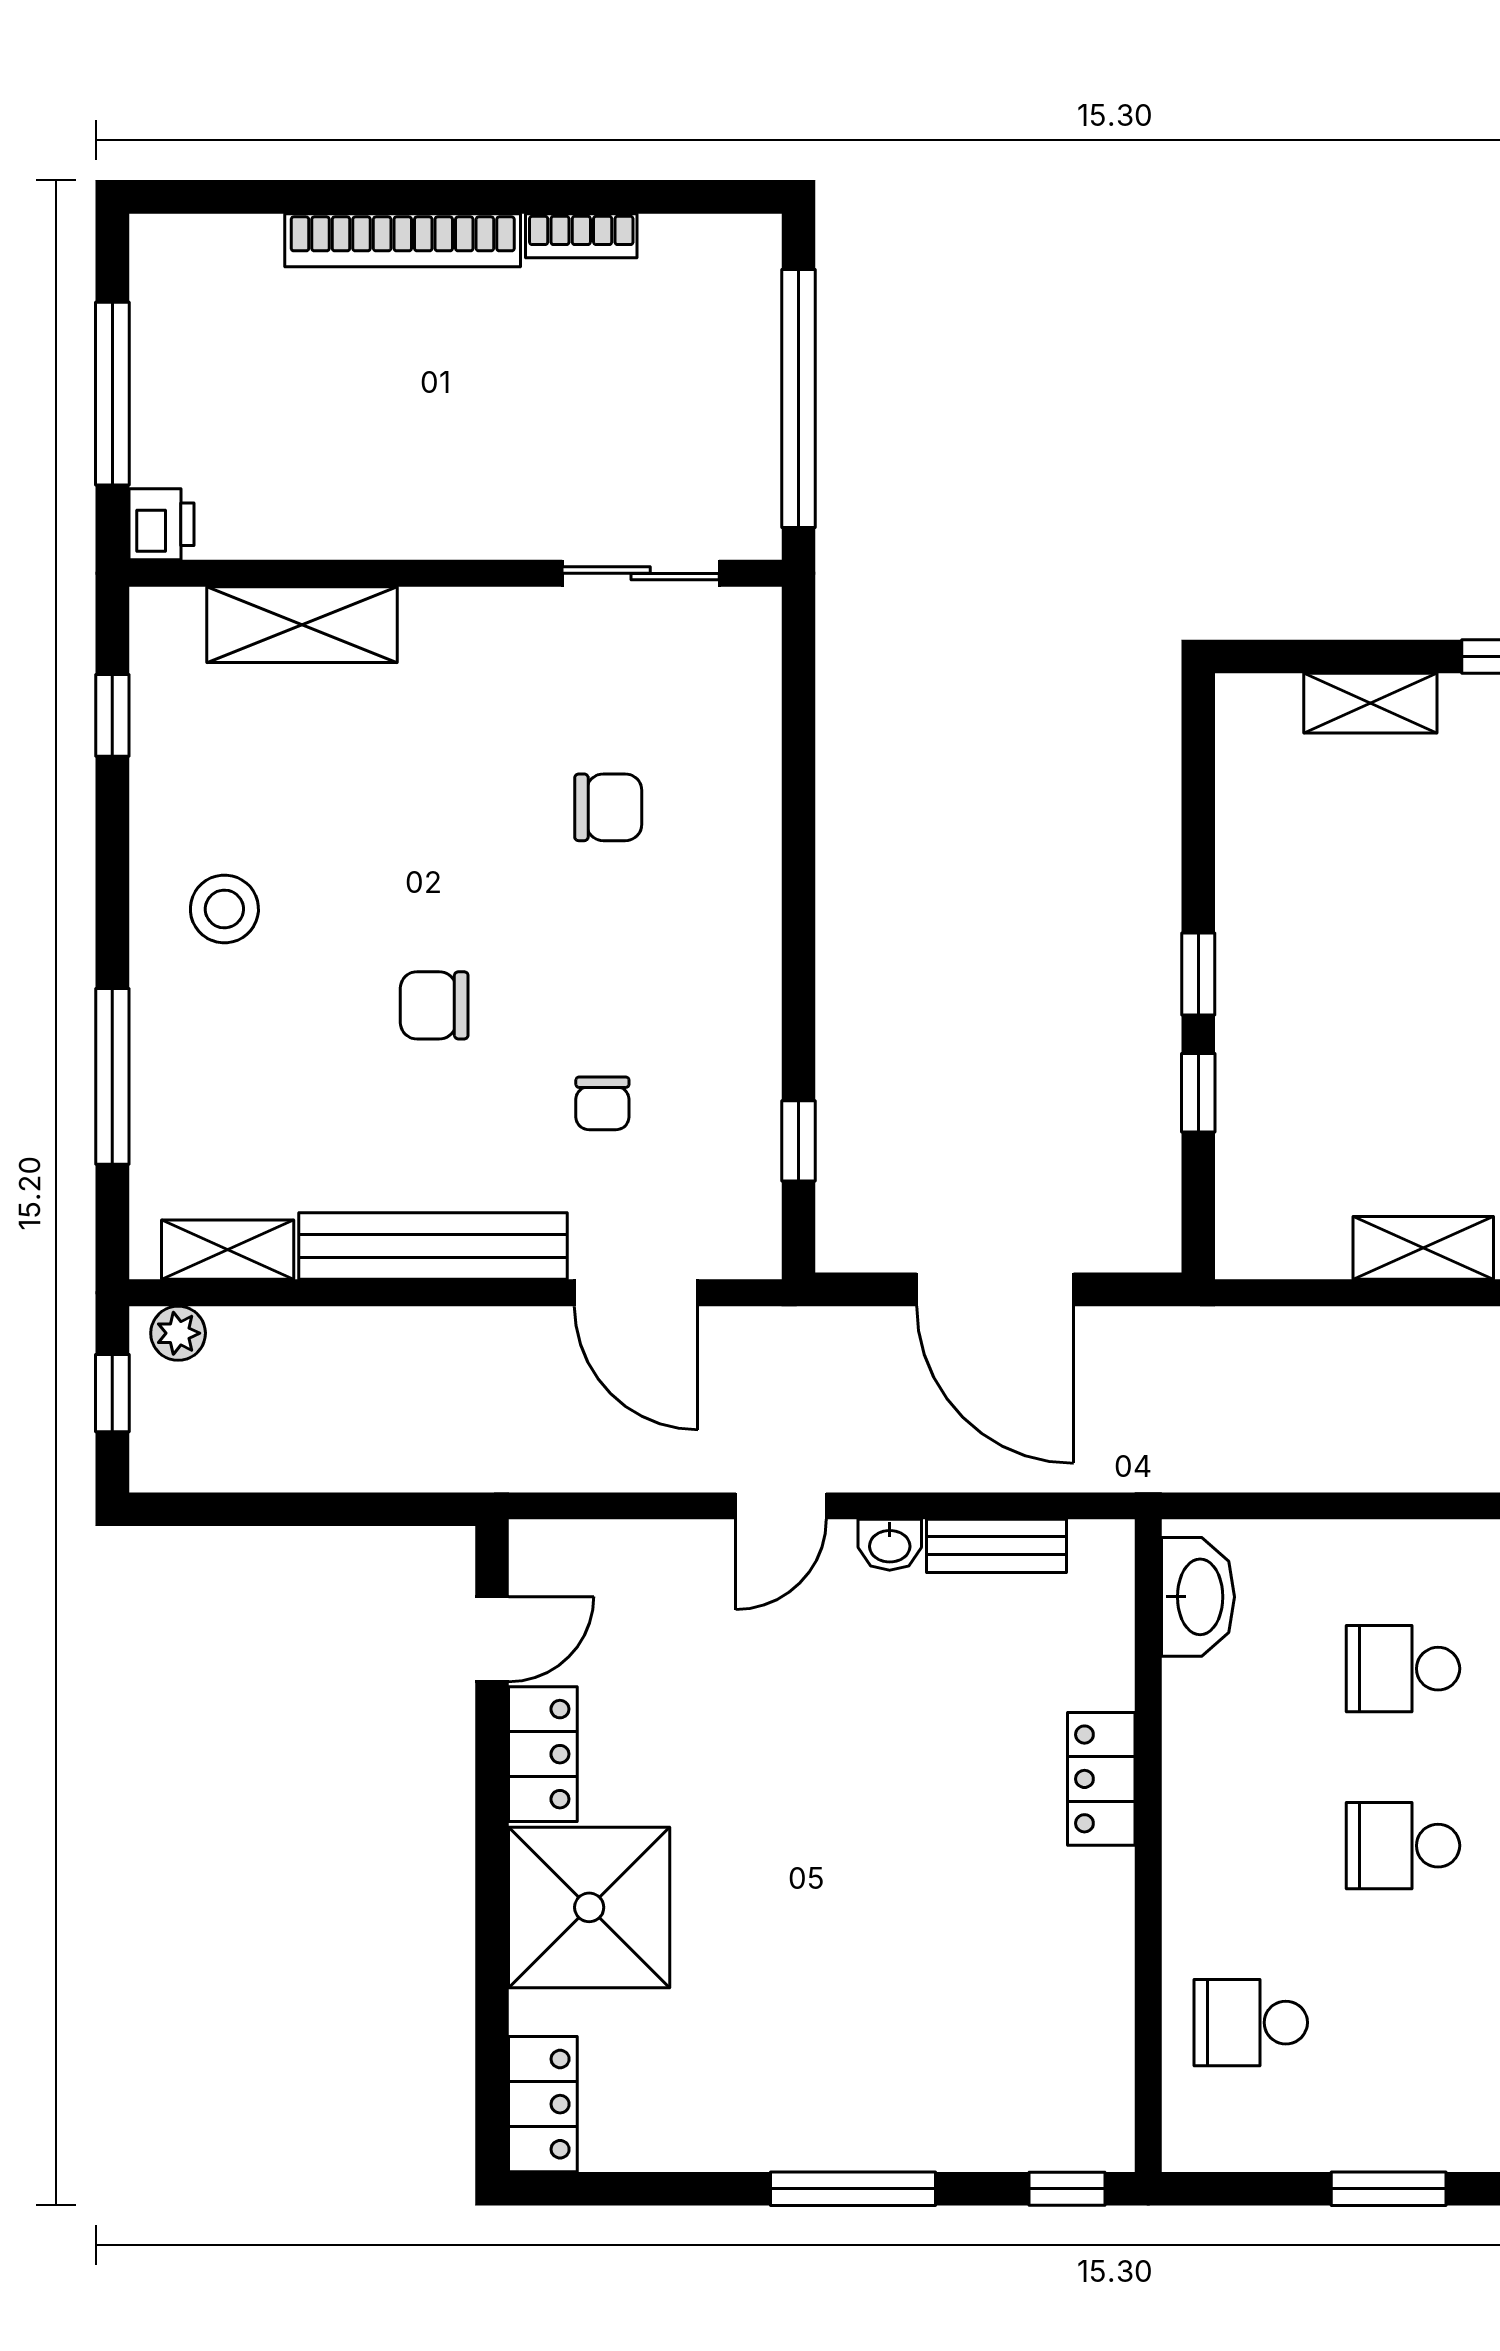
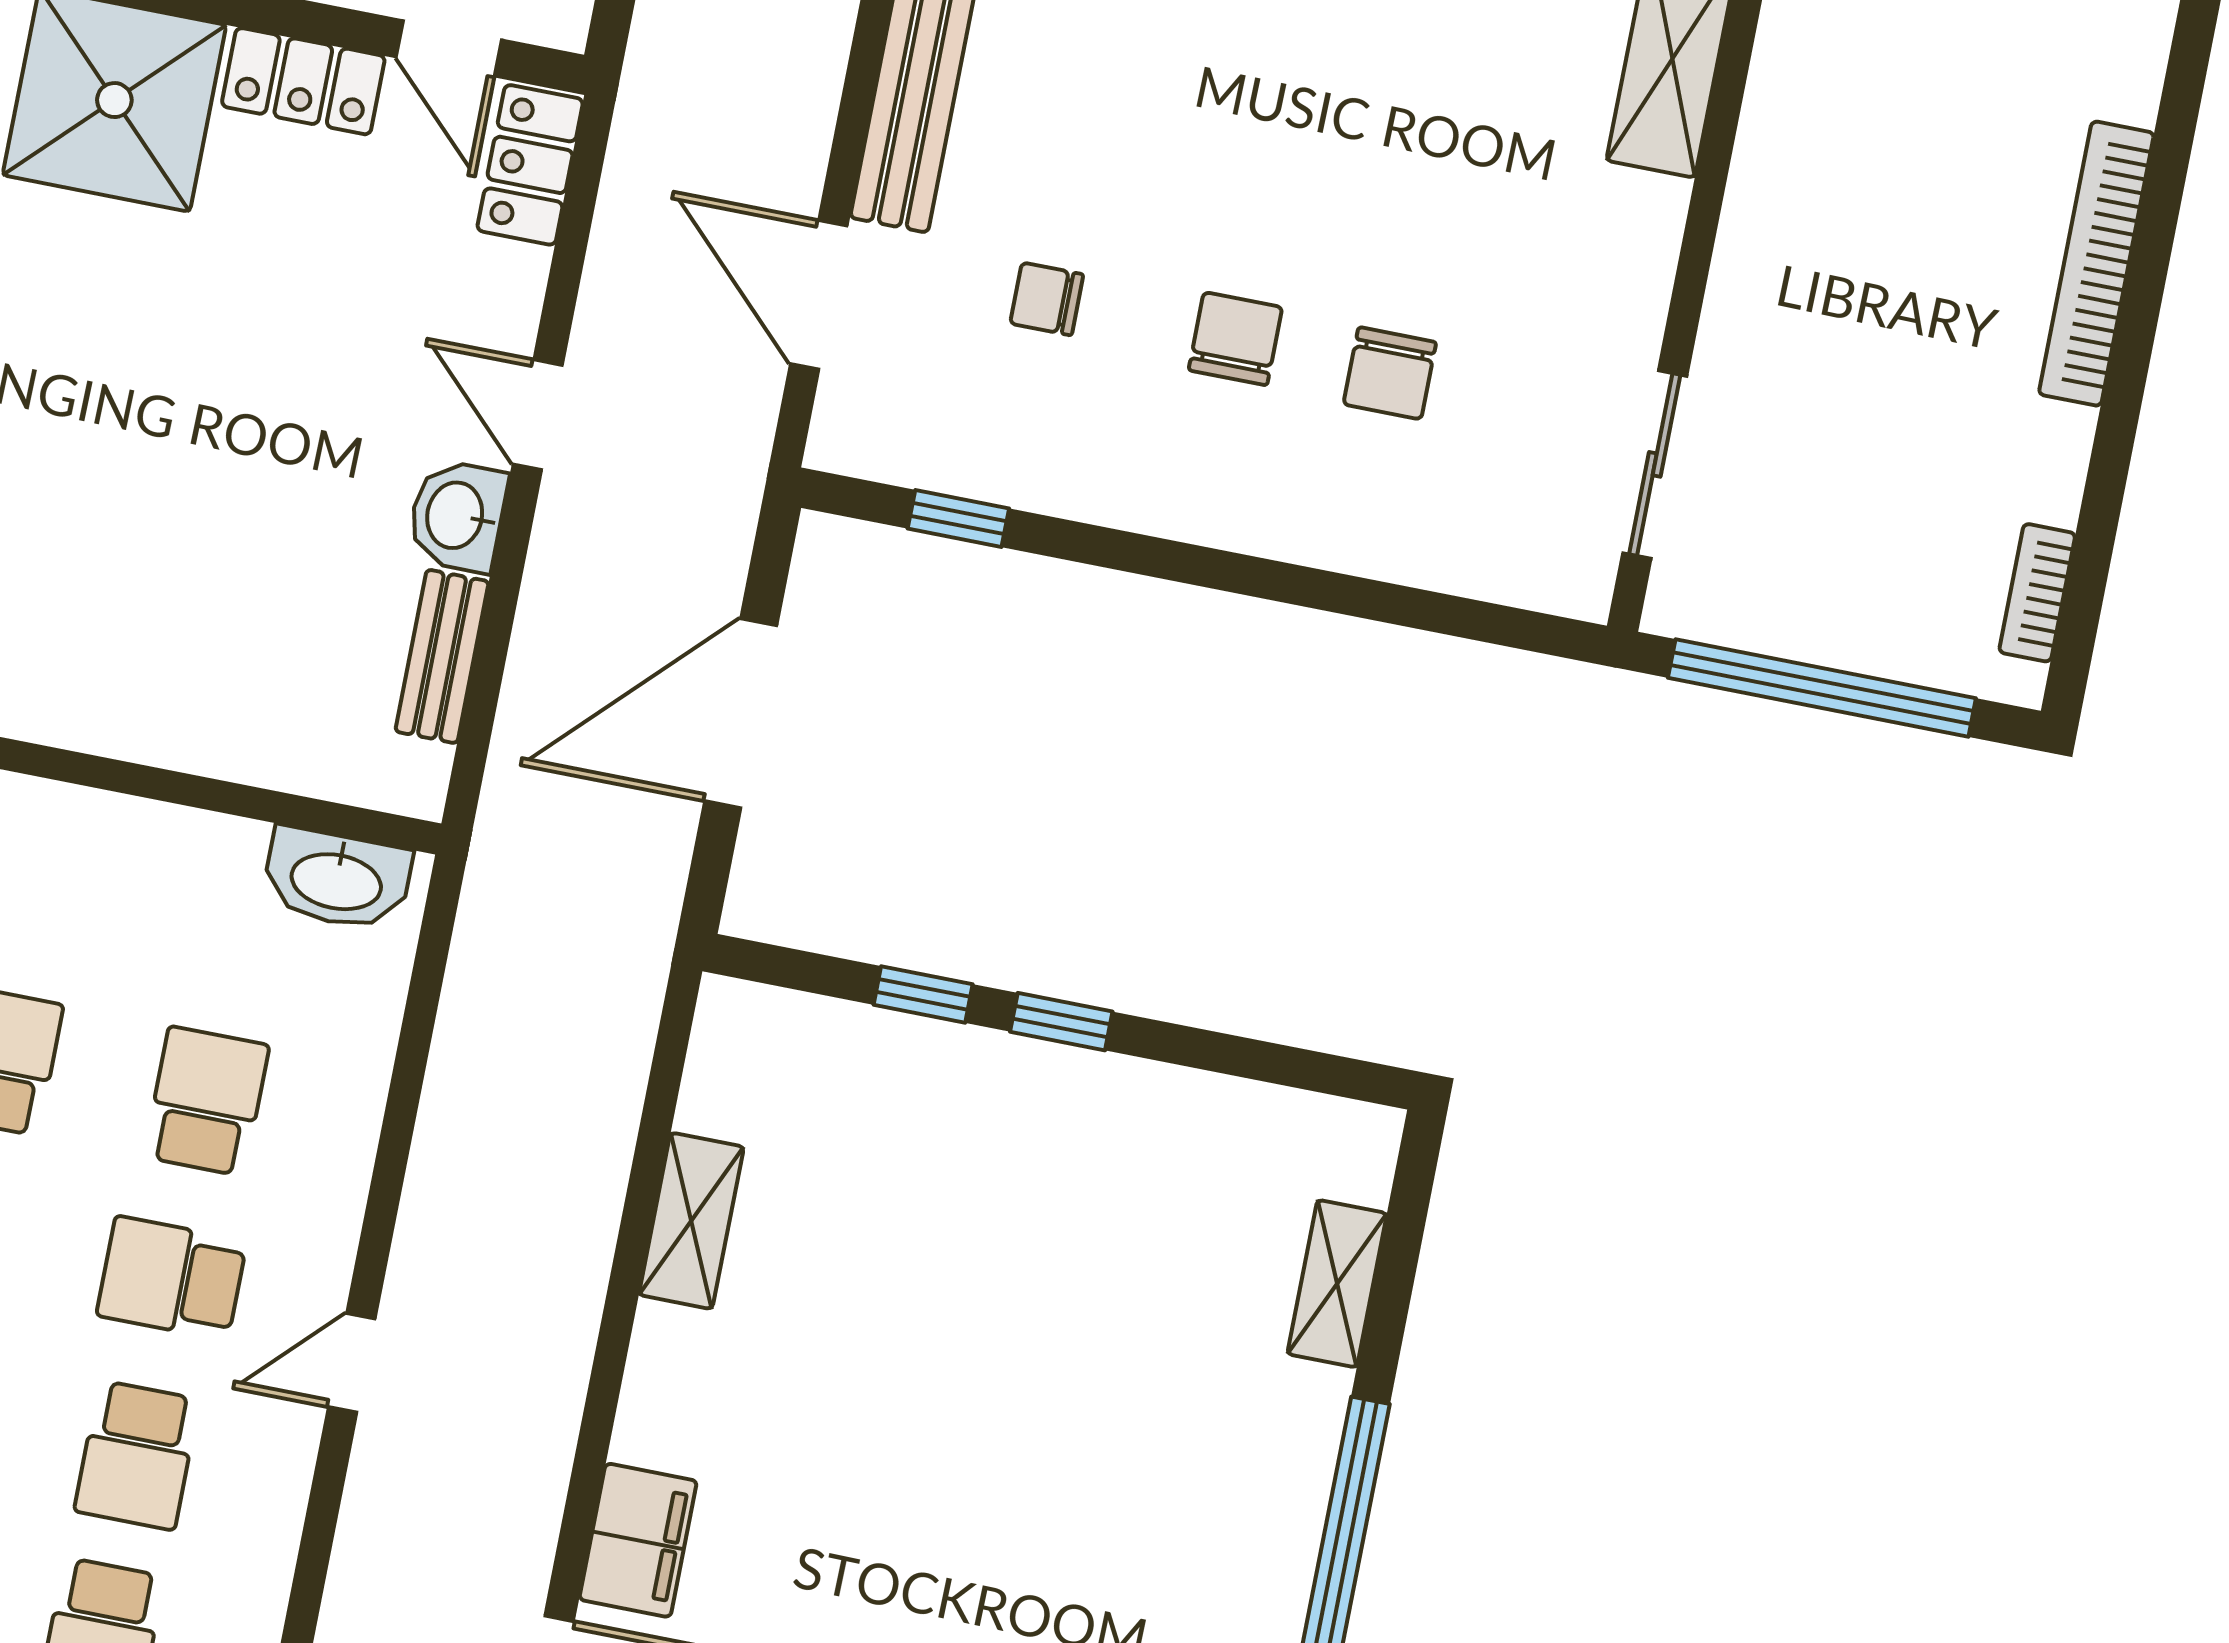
bookcase: (581, 236) -> (2037, 593), moved
chair: (434, 1005) -> (1235, 339), moved
door: (636, 1293) -> (819, 295), hinge flipped
washbasin: (890, 1545) -> (457, 516), width x1.38, depth x1.45
locker: (1101, 1779) -> (530, 165), moved, turned -90

